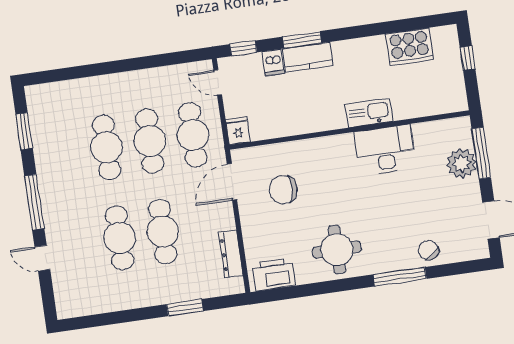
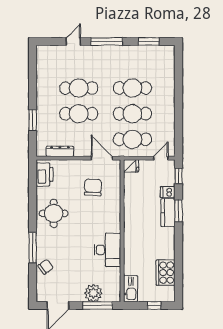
kitchen sink: (369, 113) -> (131, 289), moved

